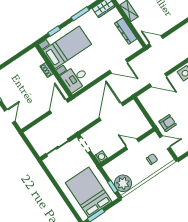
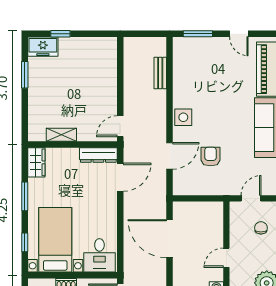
dresser: (126, 31) -> (98, 155), moved
door: (118, 66) -> (120, 177), moved
armchair: (168, 123) -> (211, 156), moved
door: (132, 144) -> (226, 258), moved

